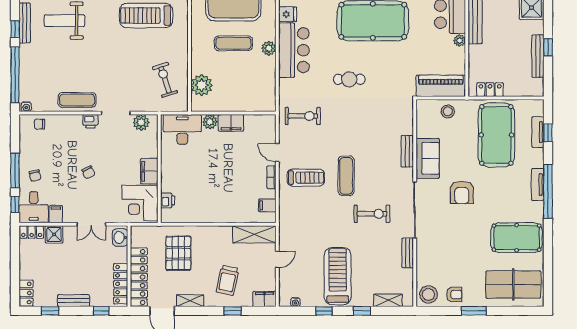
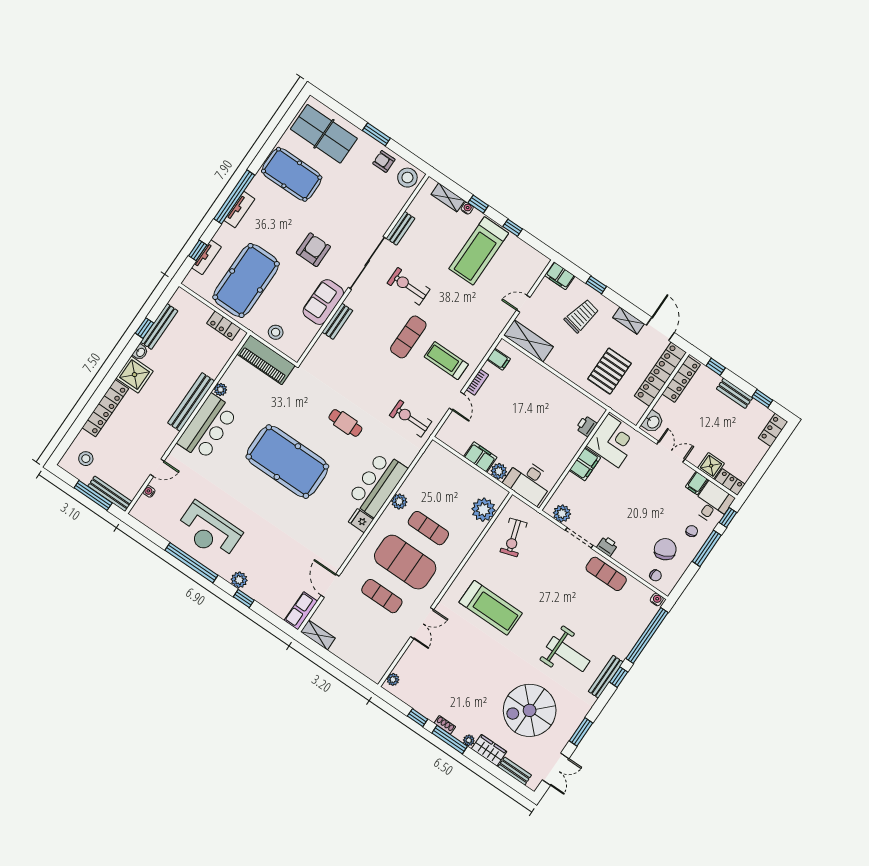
washbasin: (539, 27) -> (140, 352), added
chair: (88, 172) -> (665, 549), moved, width x1.87, depth x1.87
water cooler: (295, 302) -> (467, 208), moved

